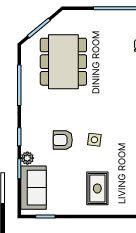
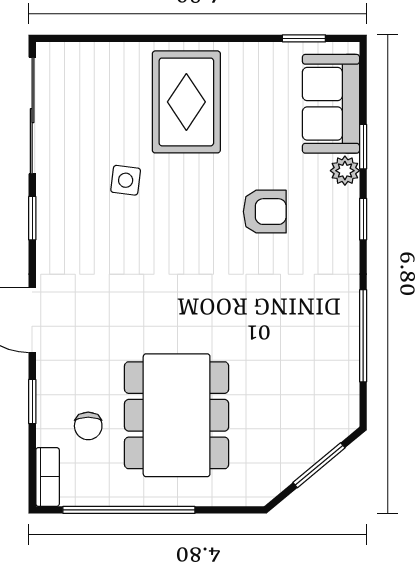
dining table: (63, 62) -> (177, 415), moved
side table: (94, 140) -> (126, 180), moved
rug: (97, 188) -> (186, 102), width x1.36, depth x1.43

